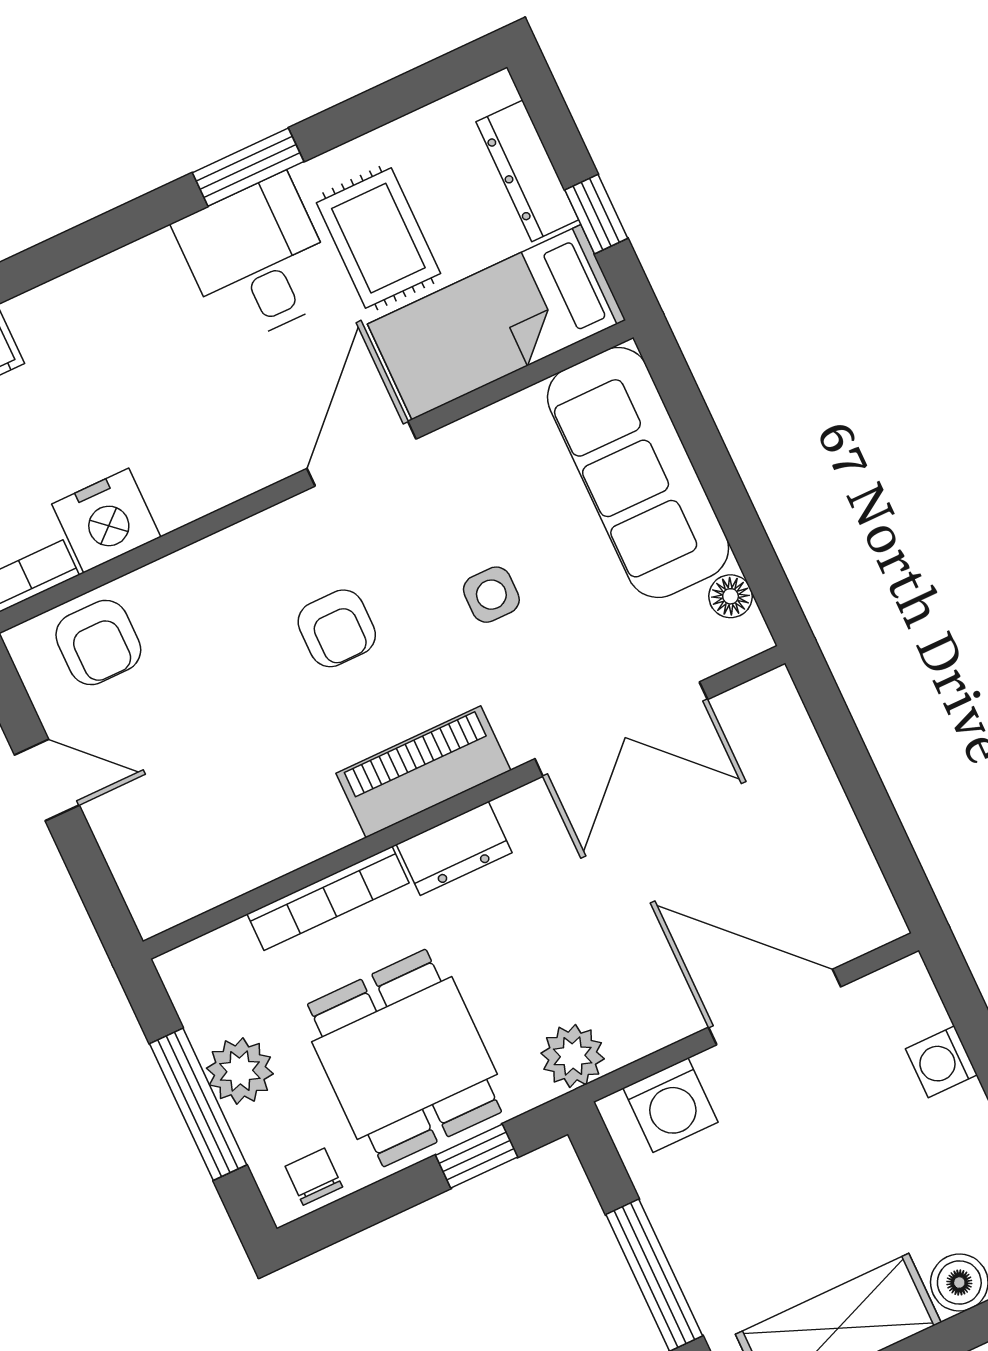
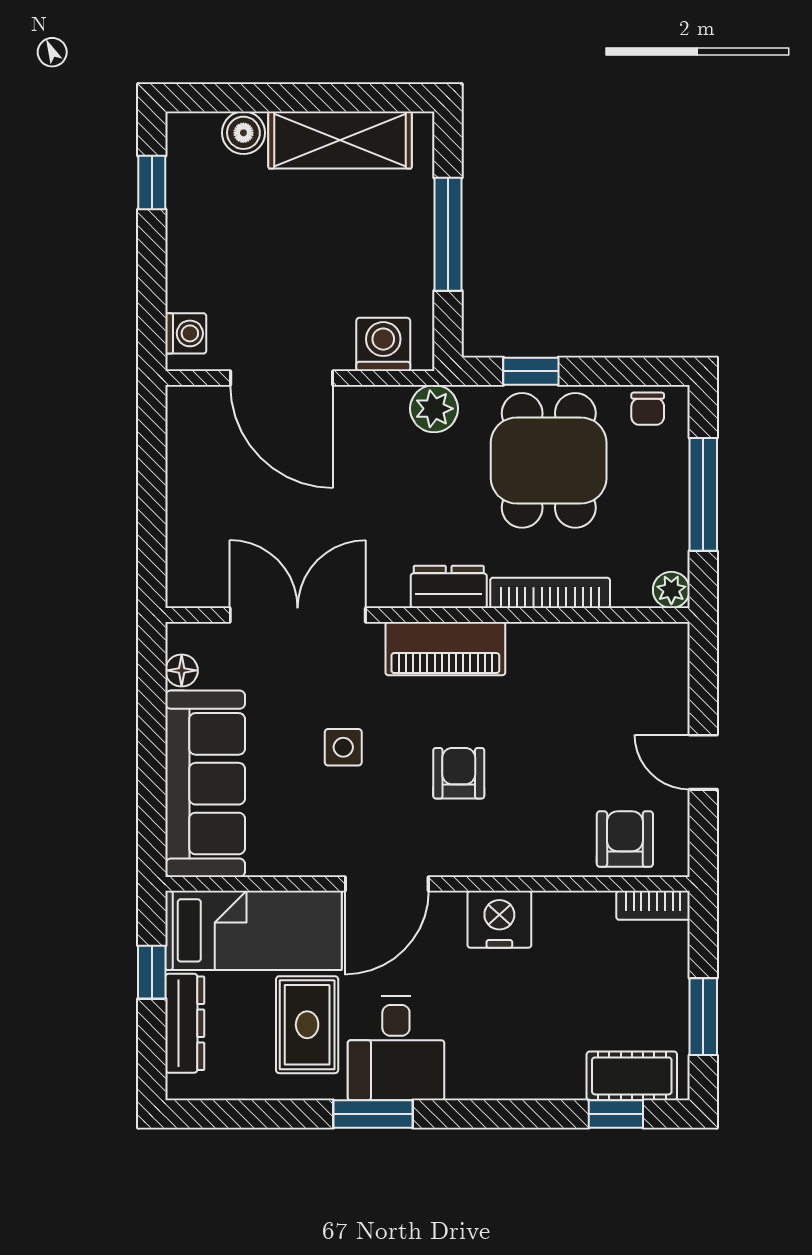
nightstand: (106, 520) -> (499, 919), moved
washing machine: (941, 1062) -> (186, 333), moved
plant: (240, 1071) -> (671, 590), moved, width x0.73, depth x0.73

